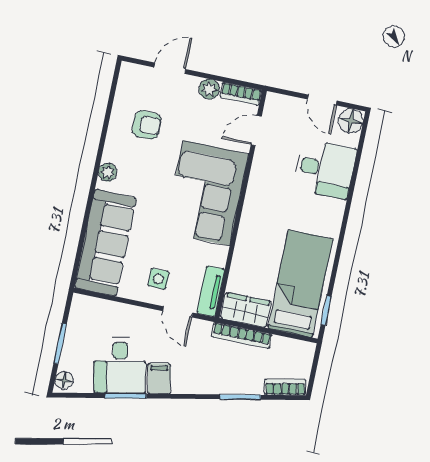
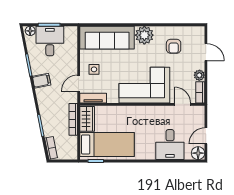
plant: (108, 172) -> (144, 35), width x1.87, depth x1.87
desk: (120, 366) -> (50, 41), moved, turned 101

